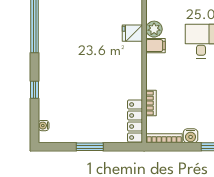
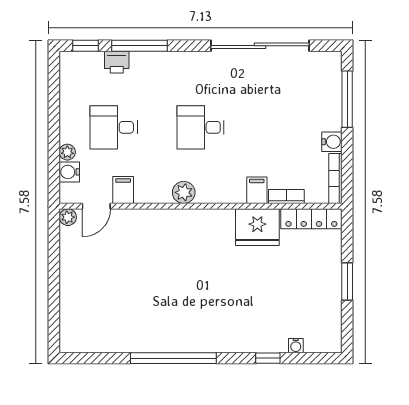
fridge: (132, 33) -> (257, 227), moved, width x1.88, depth x1.34
filing cabinet: (156, 46) -> (257, 190), moved
water cooler: (44, 126) -> (296, 346), moved

